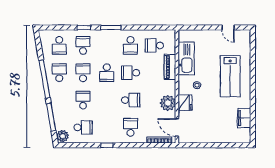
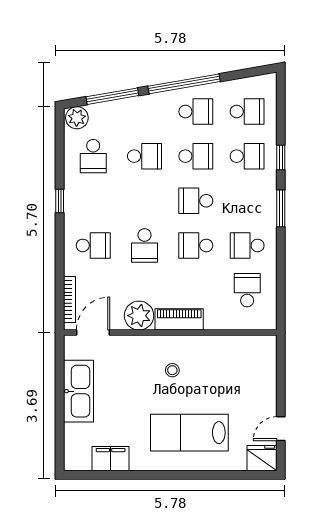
school desk: (59, 45) -> (247, 111), turned 180
kitchen sink: (186, 58) -> (78, 391), moved, turned -90
piano: (170, 67) -> (179, 319), moved
school desk: (131, 73) -> (196, 245), turned -90
fridge: (185, 103) -> (262, 458), moved, turned 180

